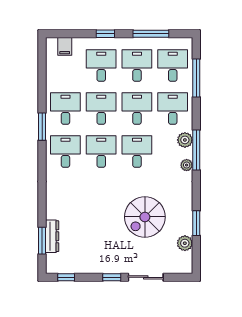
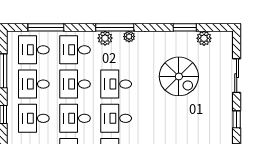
window: (112, 277) -> (237, 119), moved

